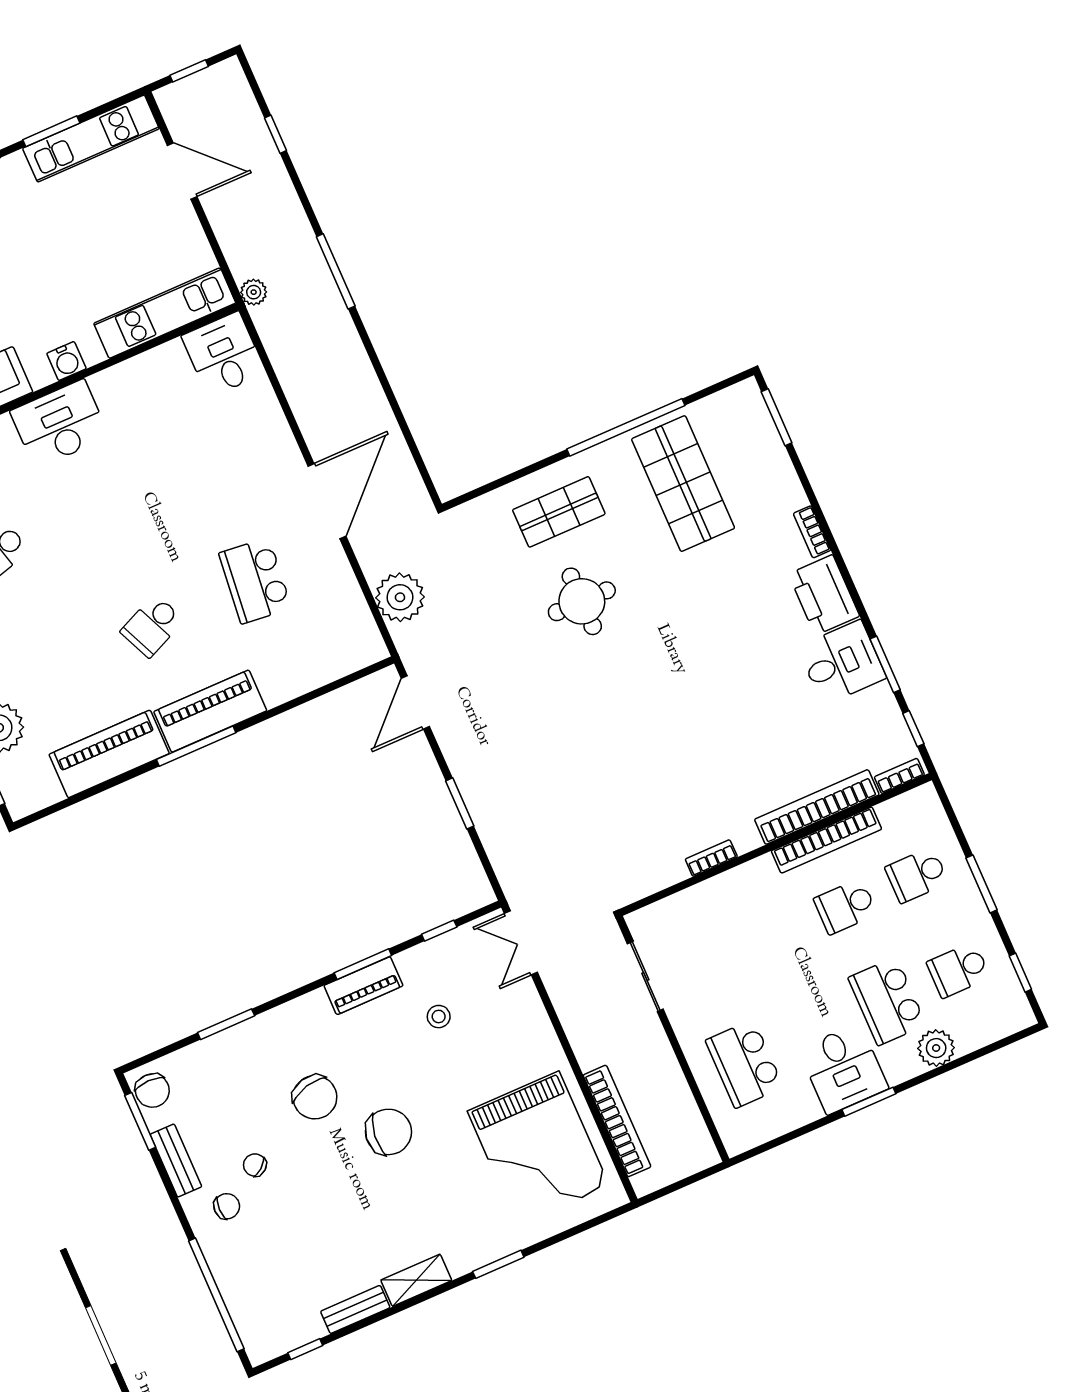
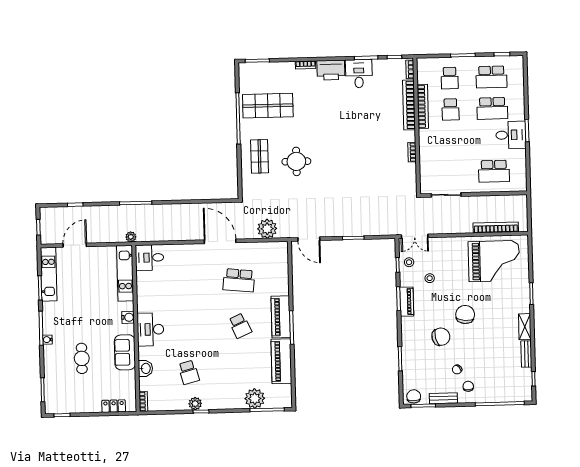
stool: (456, 954) -> (409, 262), added
school desk: (958, 970) -> (491, 77), width x1.85
plant: (936, 1048) -> (517, 97), removed
chair: (152, 1091) -> (414, 396), turned -90

